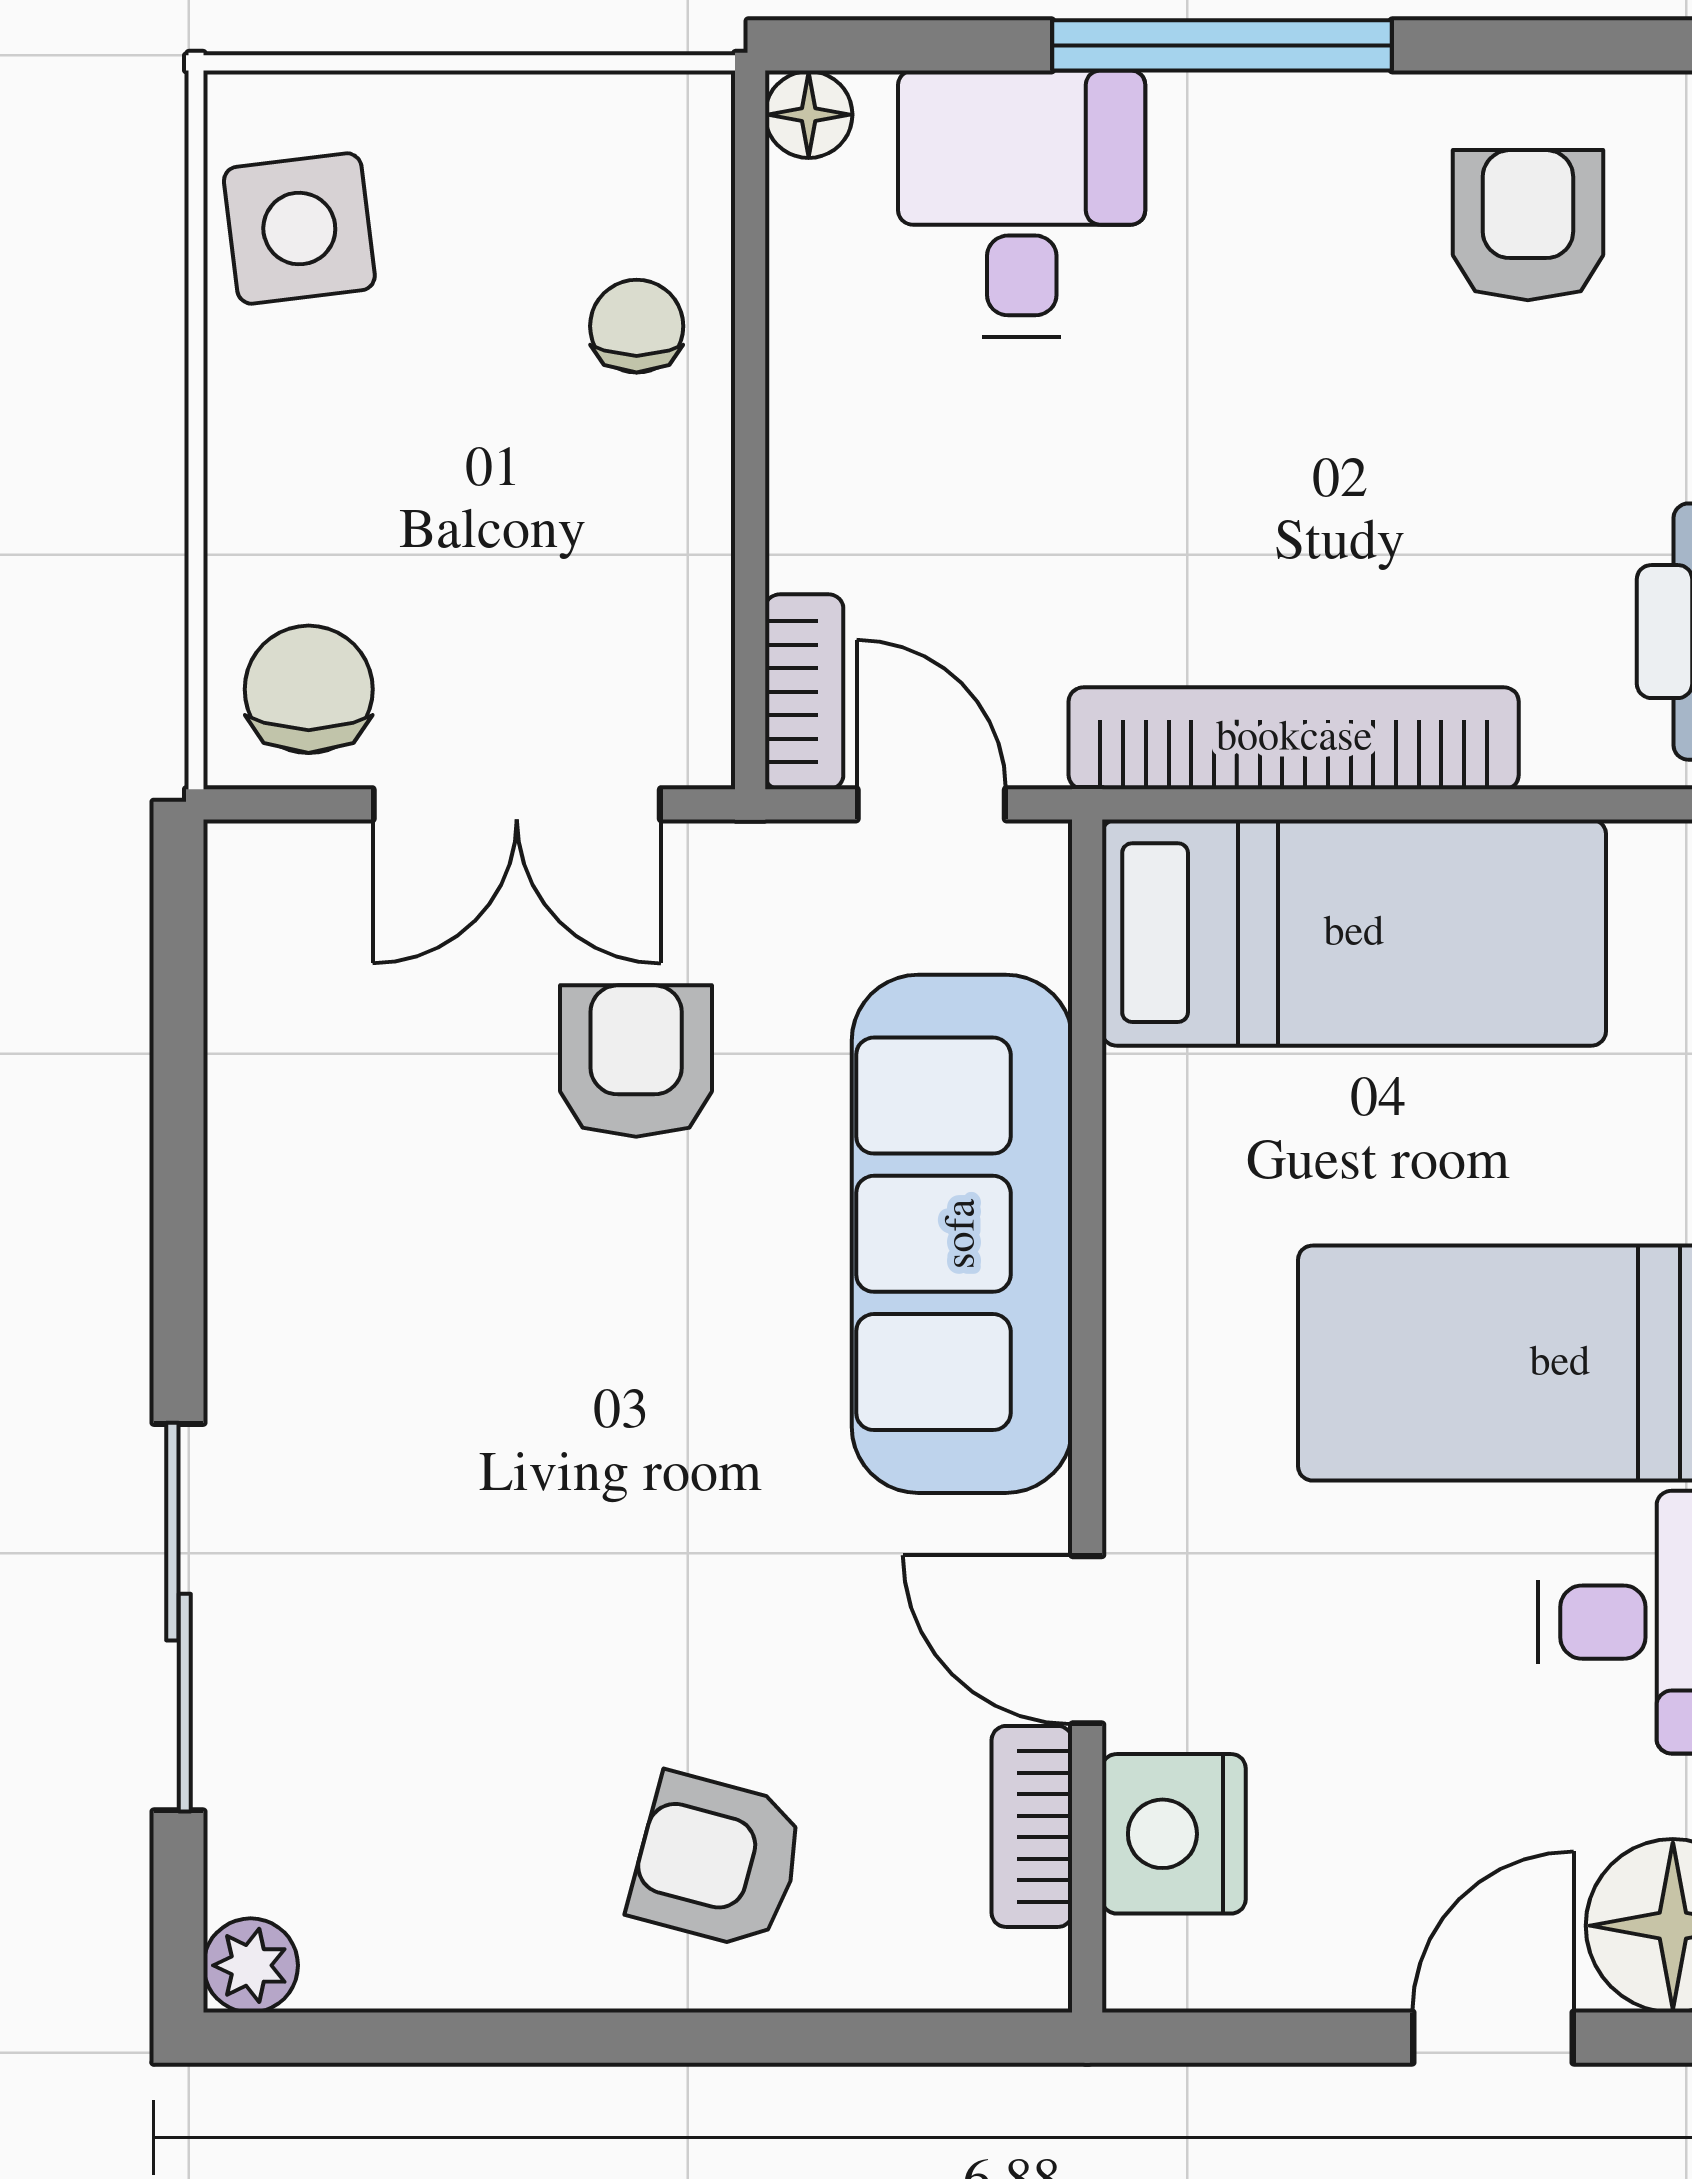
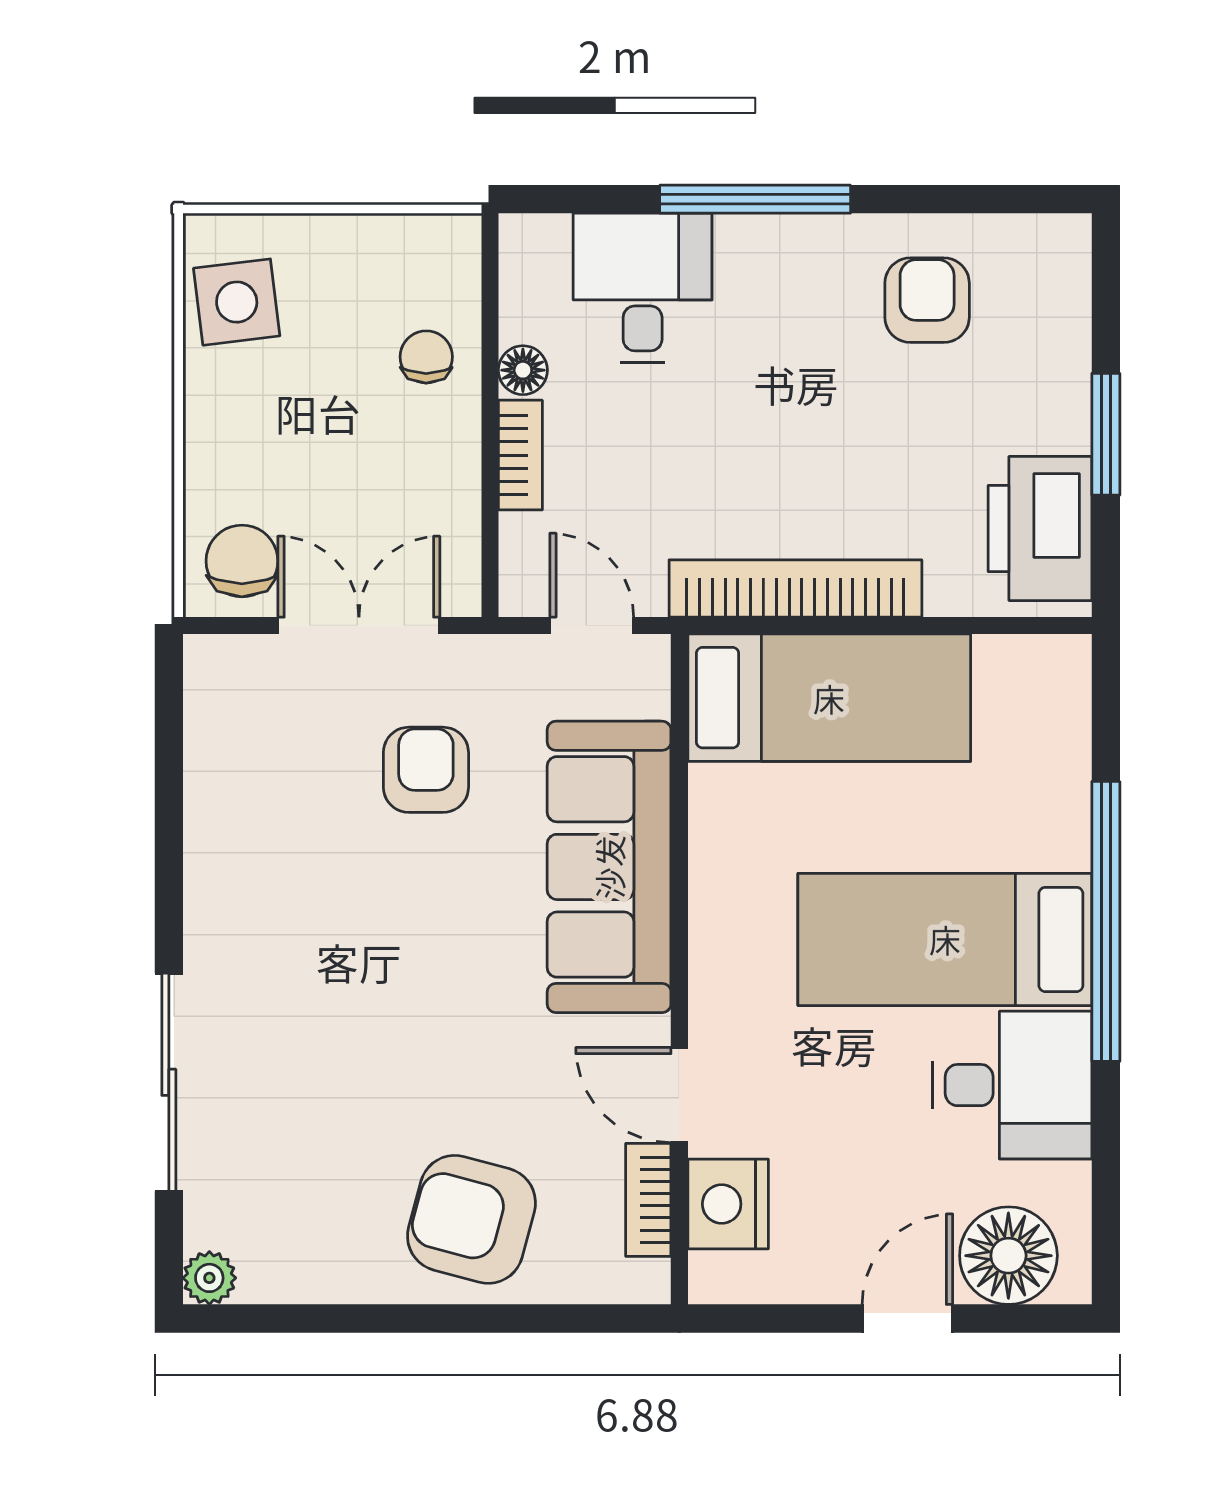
floor lamp: (809, 115) -> (523, 370), moved
bookcase: (804, 692) -> (520, 455), moved
double door: (517, 804) -> (359, 626), swing flipped
armchair: (717, 1861) -> (471, 1219), width x1.38, depth x1.38

